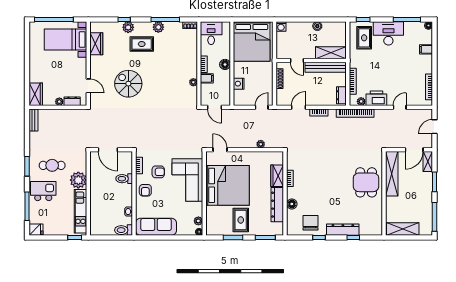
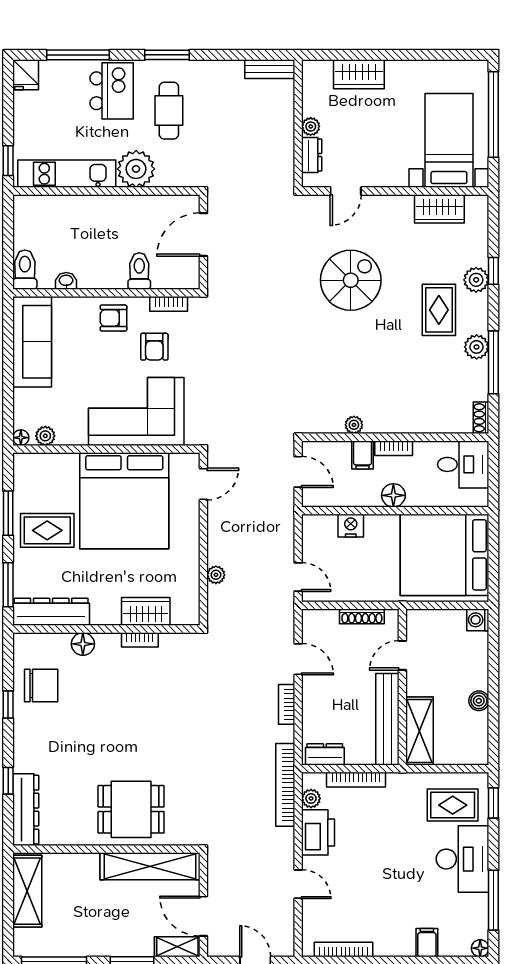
wardrobe: (36, 94) -> (359, 74), moved
door: (214, 107) -> (298, 472), swing flipped
dresser: (277, 205) -> (51, 612), moved
dresser: (343, 230) -> (26, 810), moved

